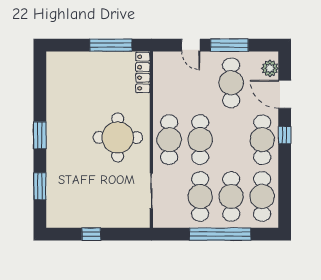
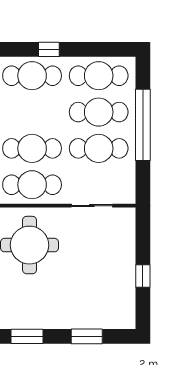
window: (285, 135) -> (49, 49), moved

